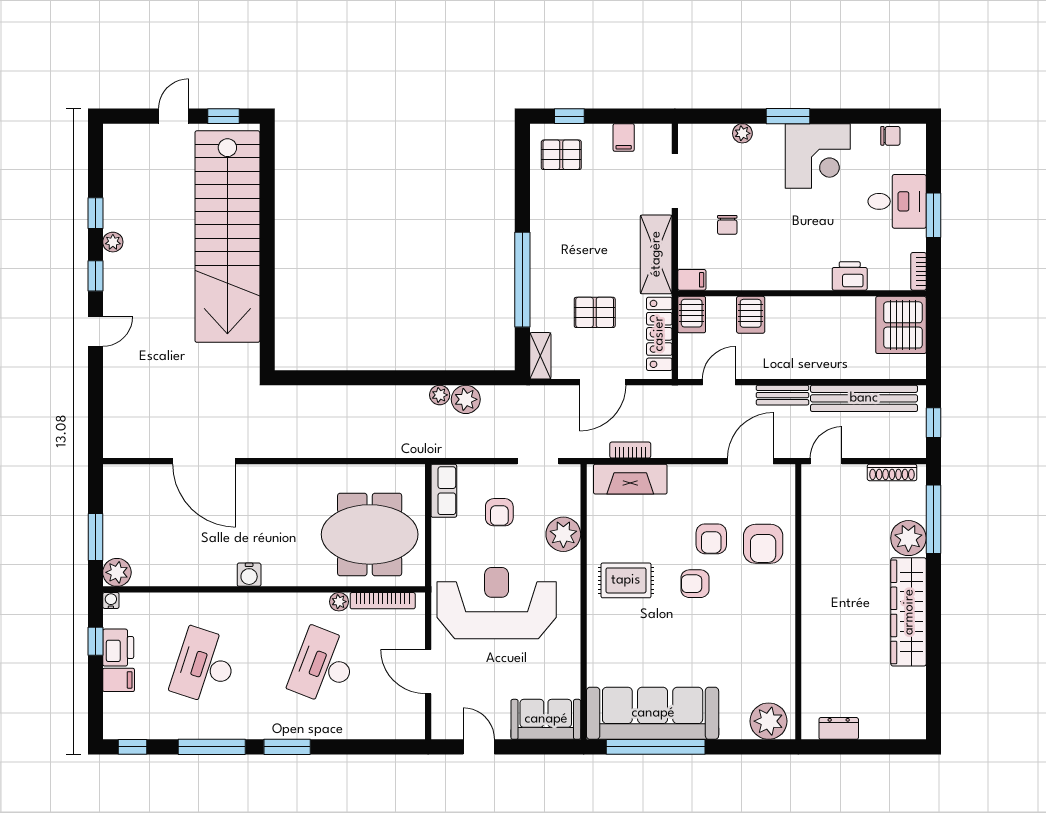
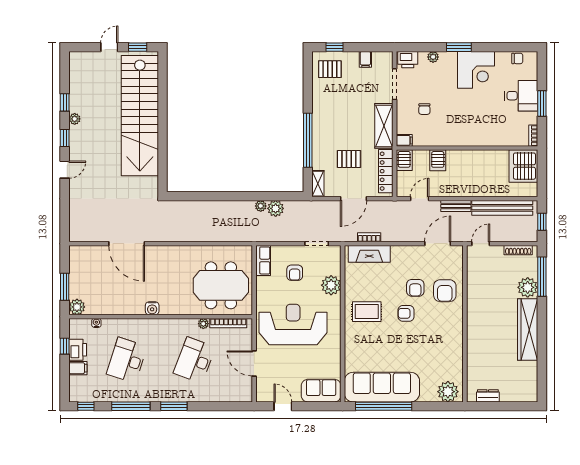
printer: (850, 276) -> (408, 60), moved, turned 180
water cooler: (111, 600) -> (96, 323), moved

